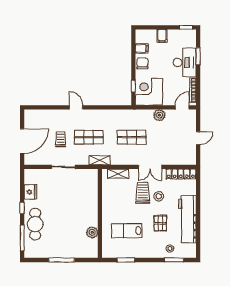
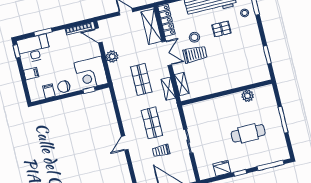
desk: (185, 62) -> (34, 49), moved
shelving: (178, 158) -> (151, 27), added
shelving: (100, 160) -> (168, 89), moved
trolley: (143, 193) -> (195, 54), turned 180
cafe table: (35, 224) -> (248, 133), moved
lab bench: (127, 231) -> (237, 61), removed

